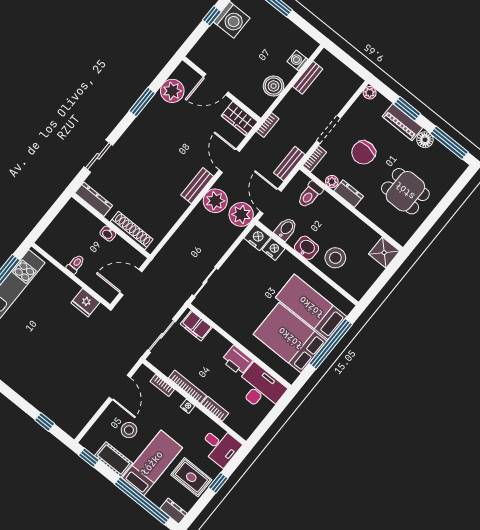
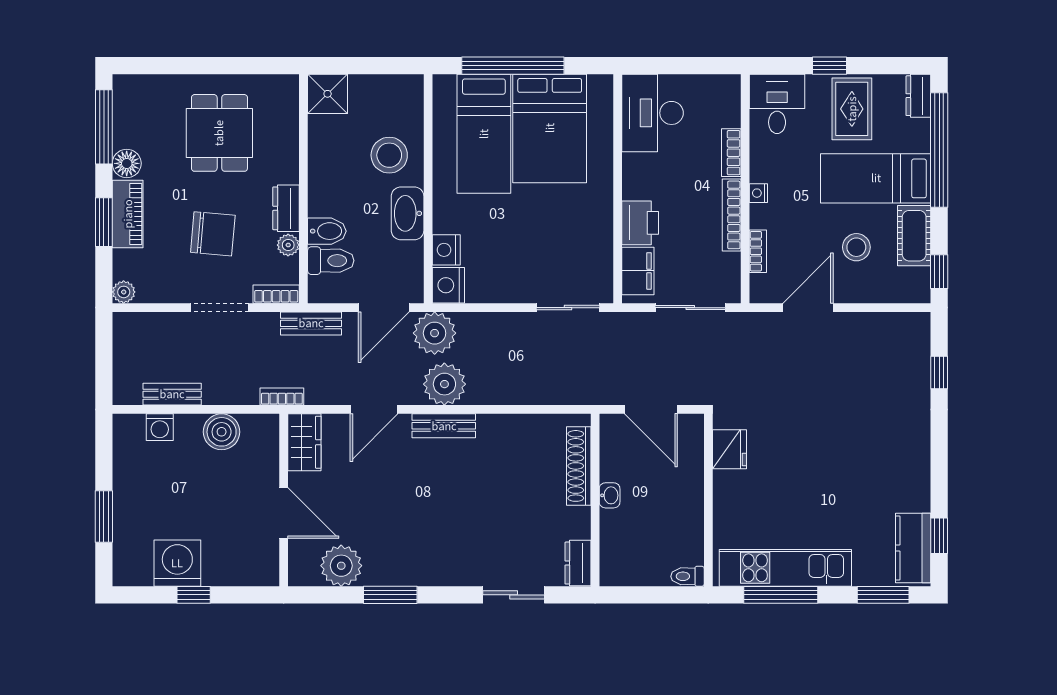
dresser: (94, 199) -> (578, 563), width x0.70
bidet: (286, 229) -> (327, 231), moved, turned 180
washbasin: (307, 248) -> (408, 213), width x1.38
toilet: (76, 264) -> (688, 576), moved
printer: (237, 360) -> (640, 223), moved

